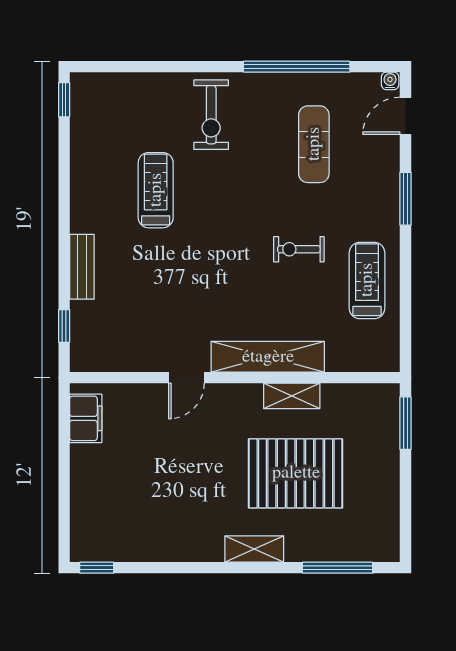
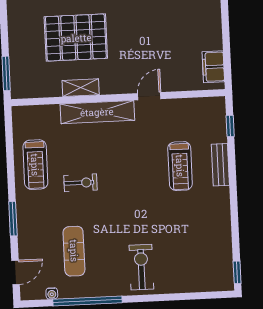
water cooler: (390, 81) -> (52, 293), moved
treadmill: (156, 190) -> (180, 166), moved

